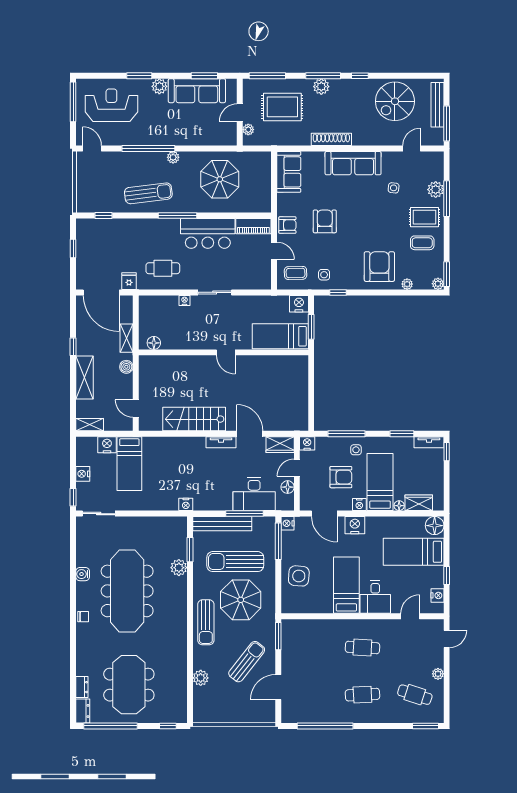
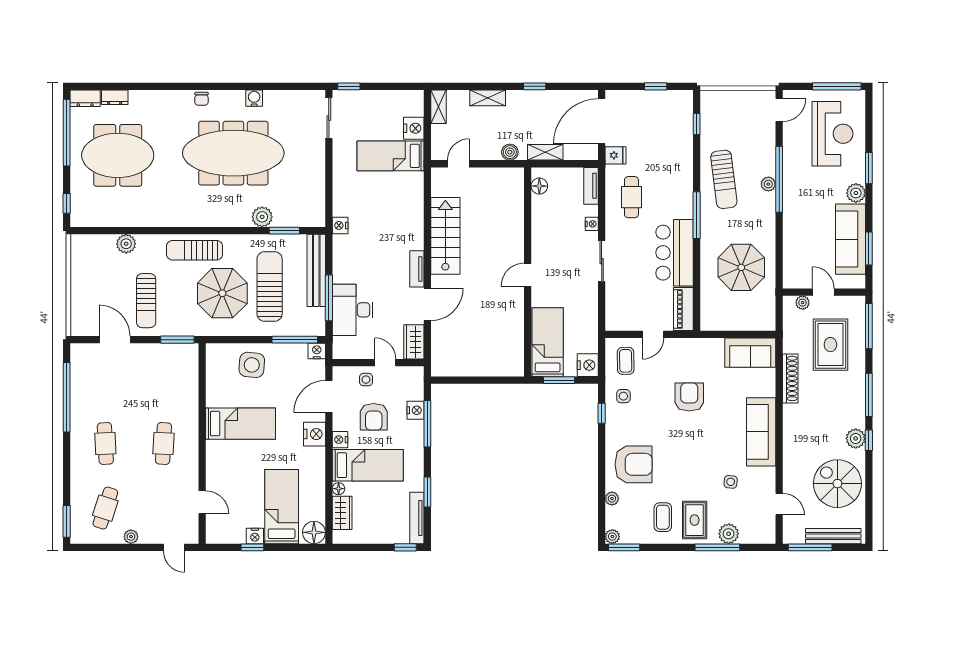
plant: (321, 87) -> (856, 438), moved
shoe rack: (331, 139) -> (790, 378), moved
plant: (173, 157) -> (768, 184), moved
armchair: (325, 221) -> (689, 397), turned -90
armchair: (287, 225) -> (685, 351), removed
tv unit: (154, 301) -> (591, 186), added
shelving: (85, 378) -> (488, 98), width x0.67, depth x0.75
tv unit: (429, 442) -> (417, 518), width x1.41
nightstand: (307, 443) -> (415, 410), moved
side table: (356, 450) -> (366, 380), moved
nightstand: (83, 474) -> (378, 98), removed
floor lamp: (288, 487) -> (361, 351), removed
nightstand: (437, 595) -> (255, 536), moved
desk: (375, 597) -> (226, 459), removed
sun lounger: (247, 662) -> (146, 301), turned 52

